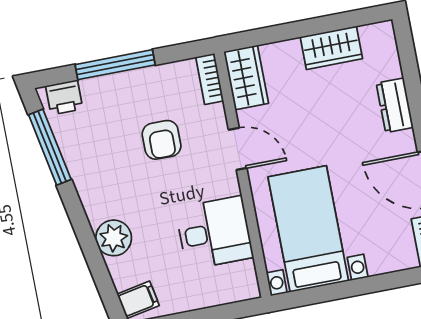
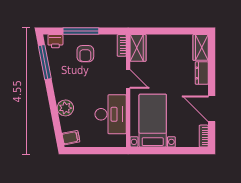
wardrobe: (331, 48) -> (201, 47), moved, turned 90
armchair: (162, 140) -> (85, 54), moved
desk: (214, 233) -> (111, 114), width x1.37

